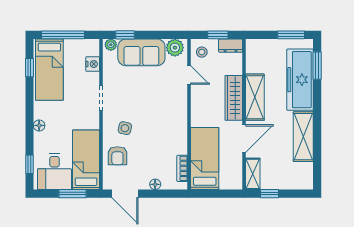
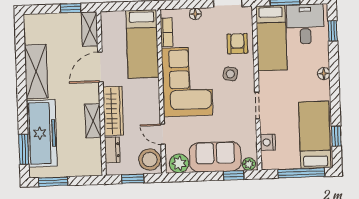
dresser: (231, 46) -> (112, 150), moved, turned 90
stool: (202, 52) -> (150, 160), width x1.89, depth x1.89
shelving: (255, 97) -> (93, 121), width x0.67, depth x0.75
corner sofa: (165, 122) -> (187, 82), added

